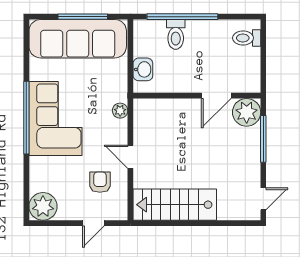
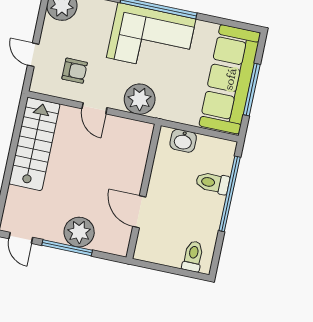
plant: (120, 111) -> (140, 99), width x1.88, depth x1.88
plant: (247, 112) -> (79, 232), moved
window: (263, 139) -> (67, 248), moved
door: (130, 157) -> (94, 108), swing flipped

